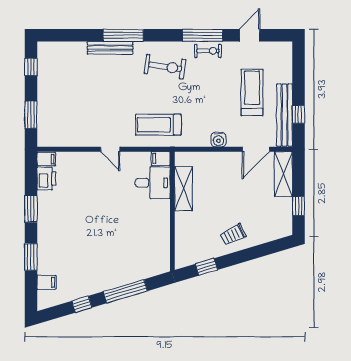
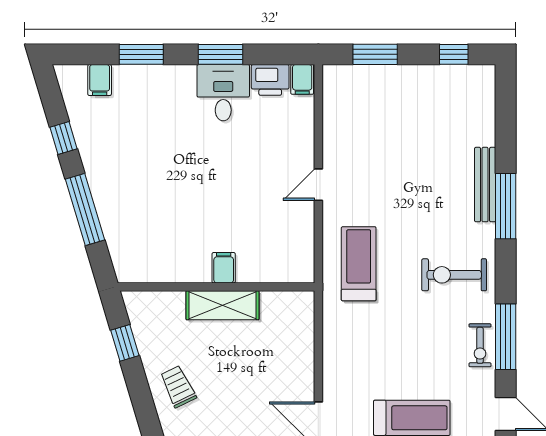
exercise bike: (165, 67) -> (454, 275), turned 82
water cooler: (218, 140) -> (334, 363), removed
filing cabinet: (161, 159) -> (224, 268), moved
desk: (153, 183) -> (223, 93), moved, turned 180
shelving: (183, 189) -> (222, 305), moved

